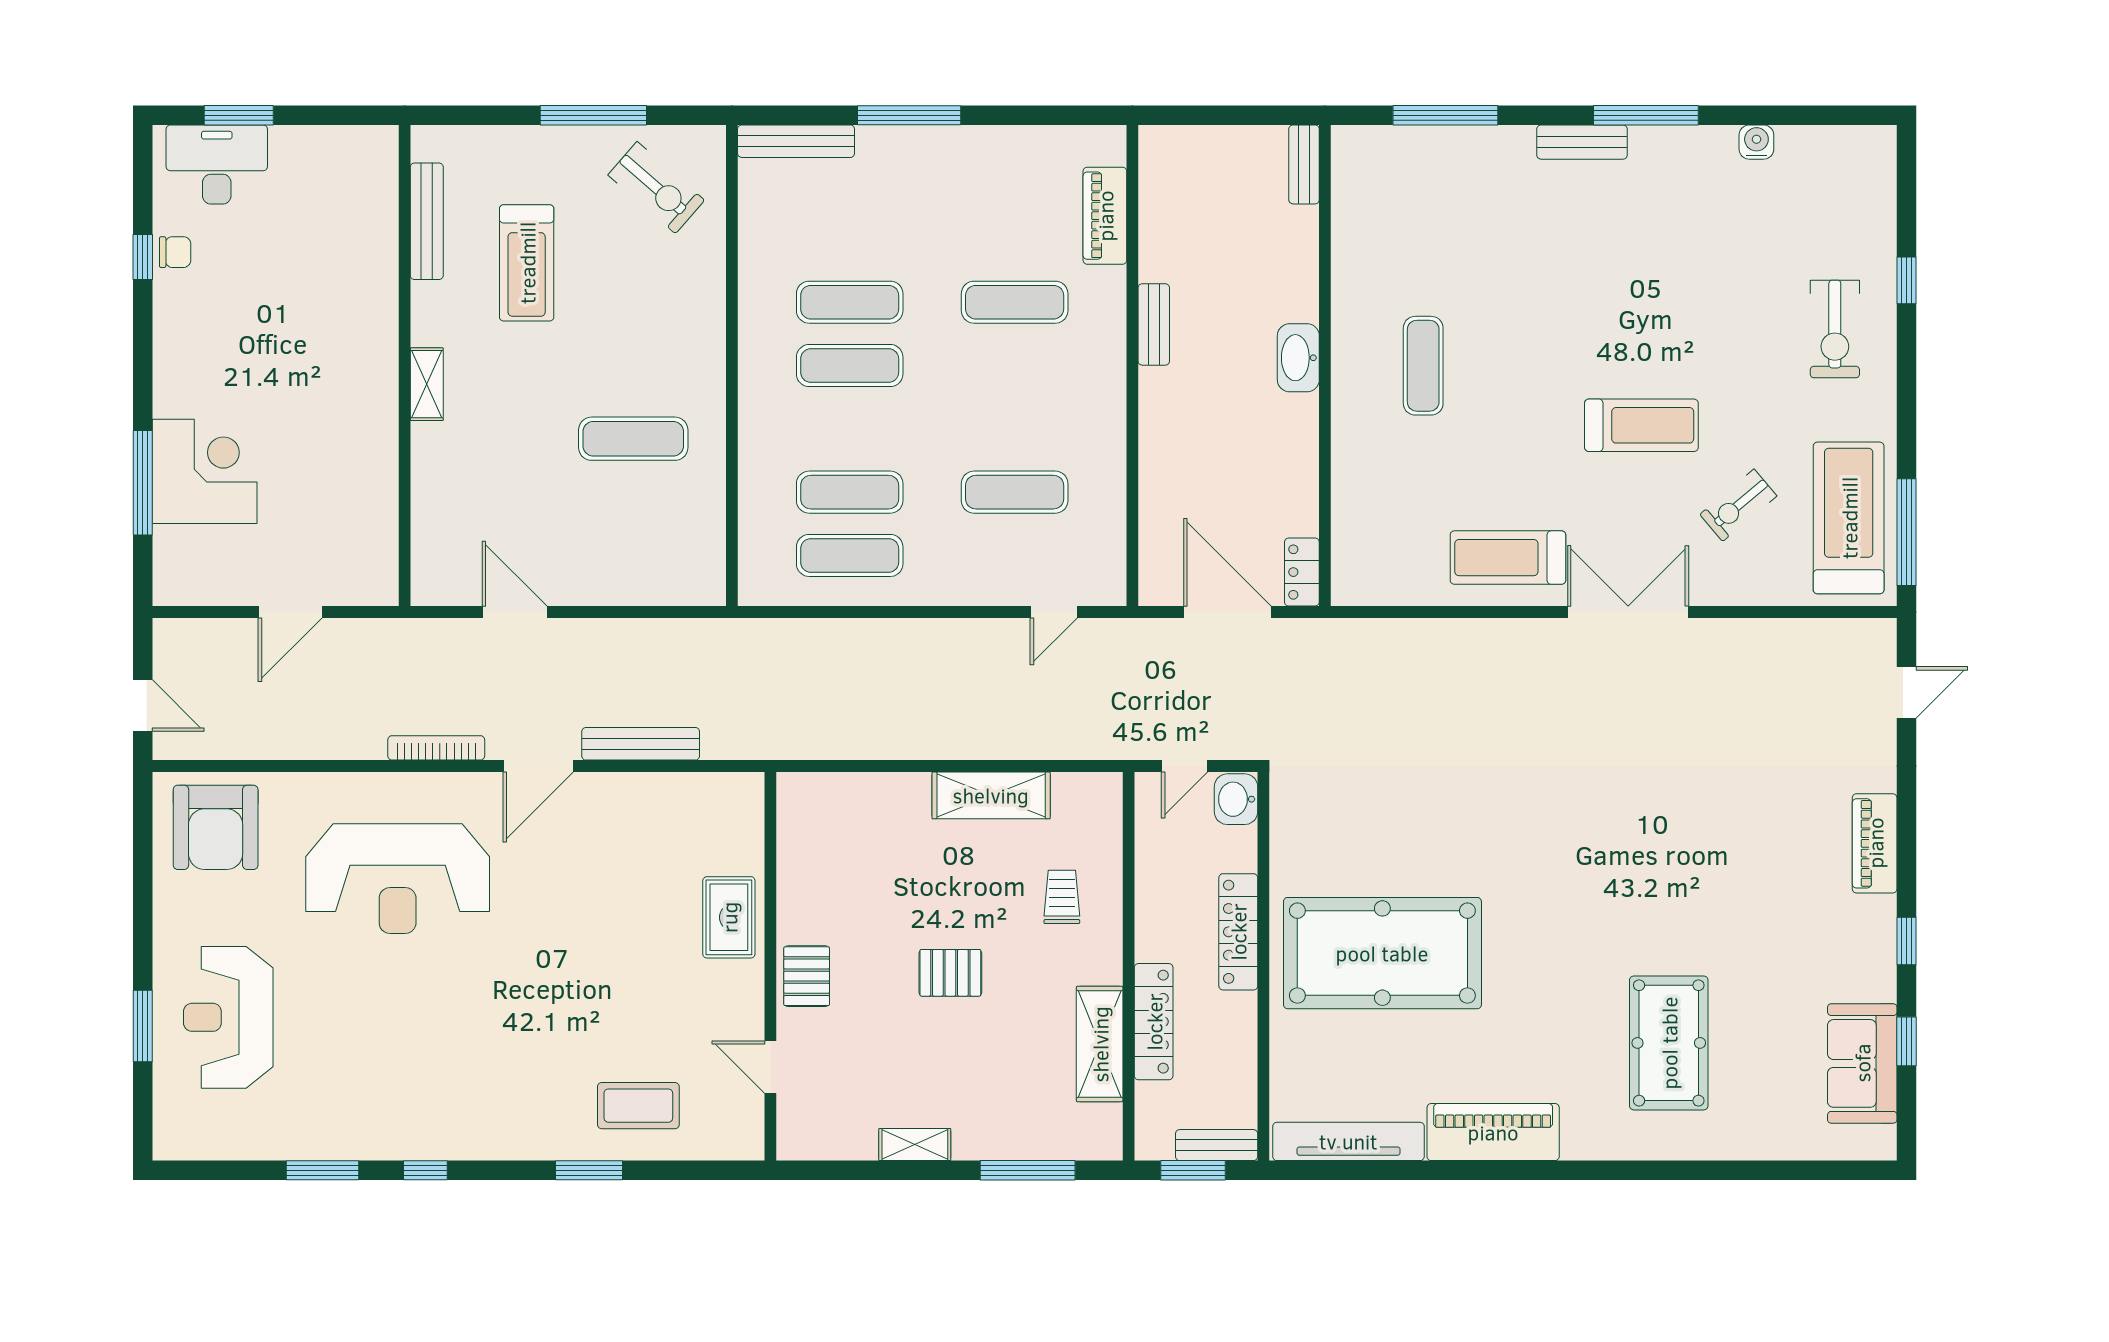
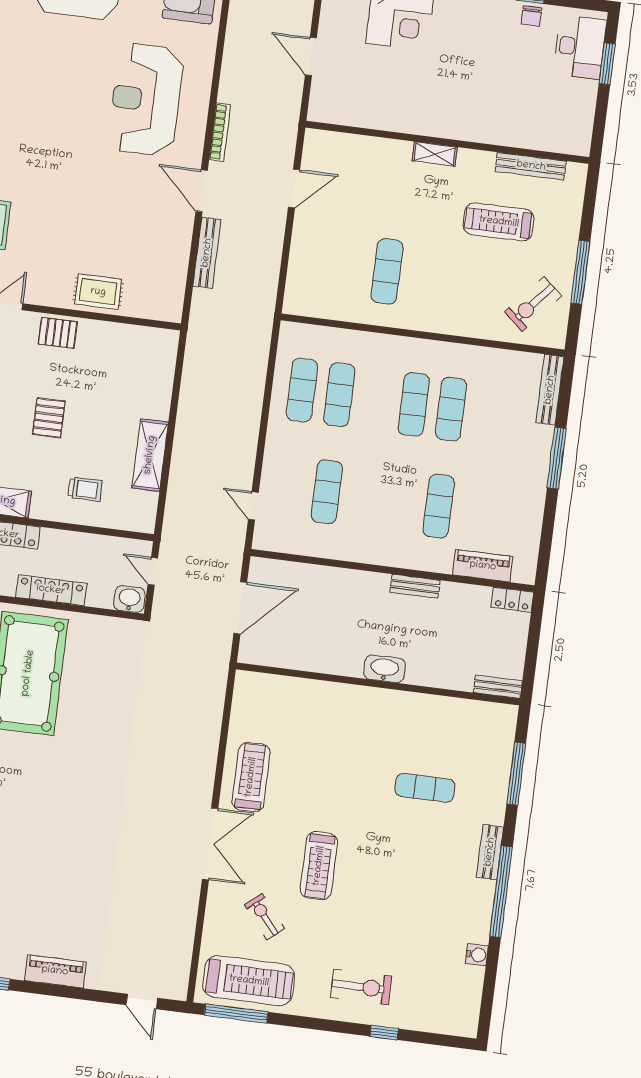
window: (1646, 115) -> (501, 892), width x1.46
exercise bike: (1835, 329) -> (361, 987), turned 180
exercise mat: (1423, 366) -> (425, 788), moved
locker: (1302, 572) -> (512, 600), moved, turned 180

